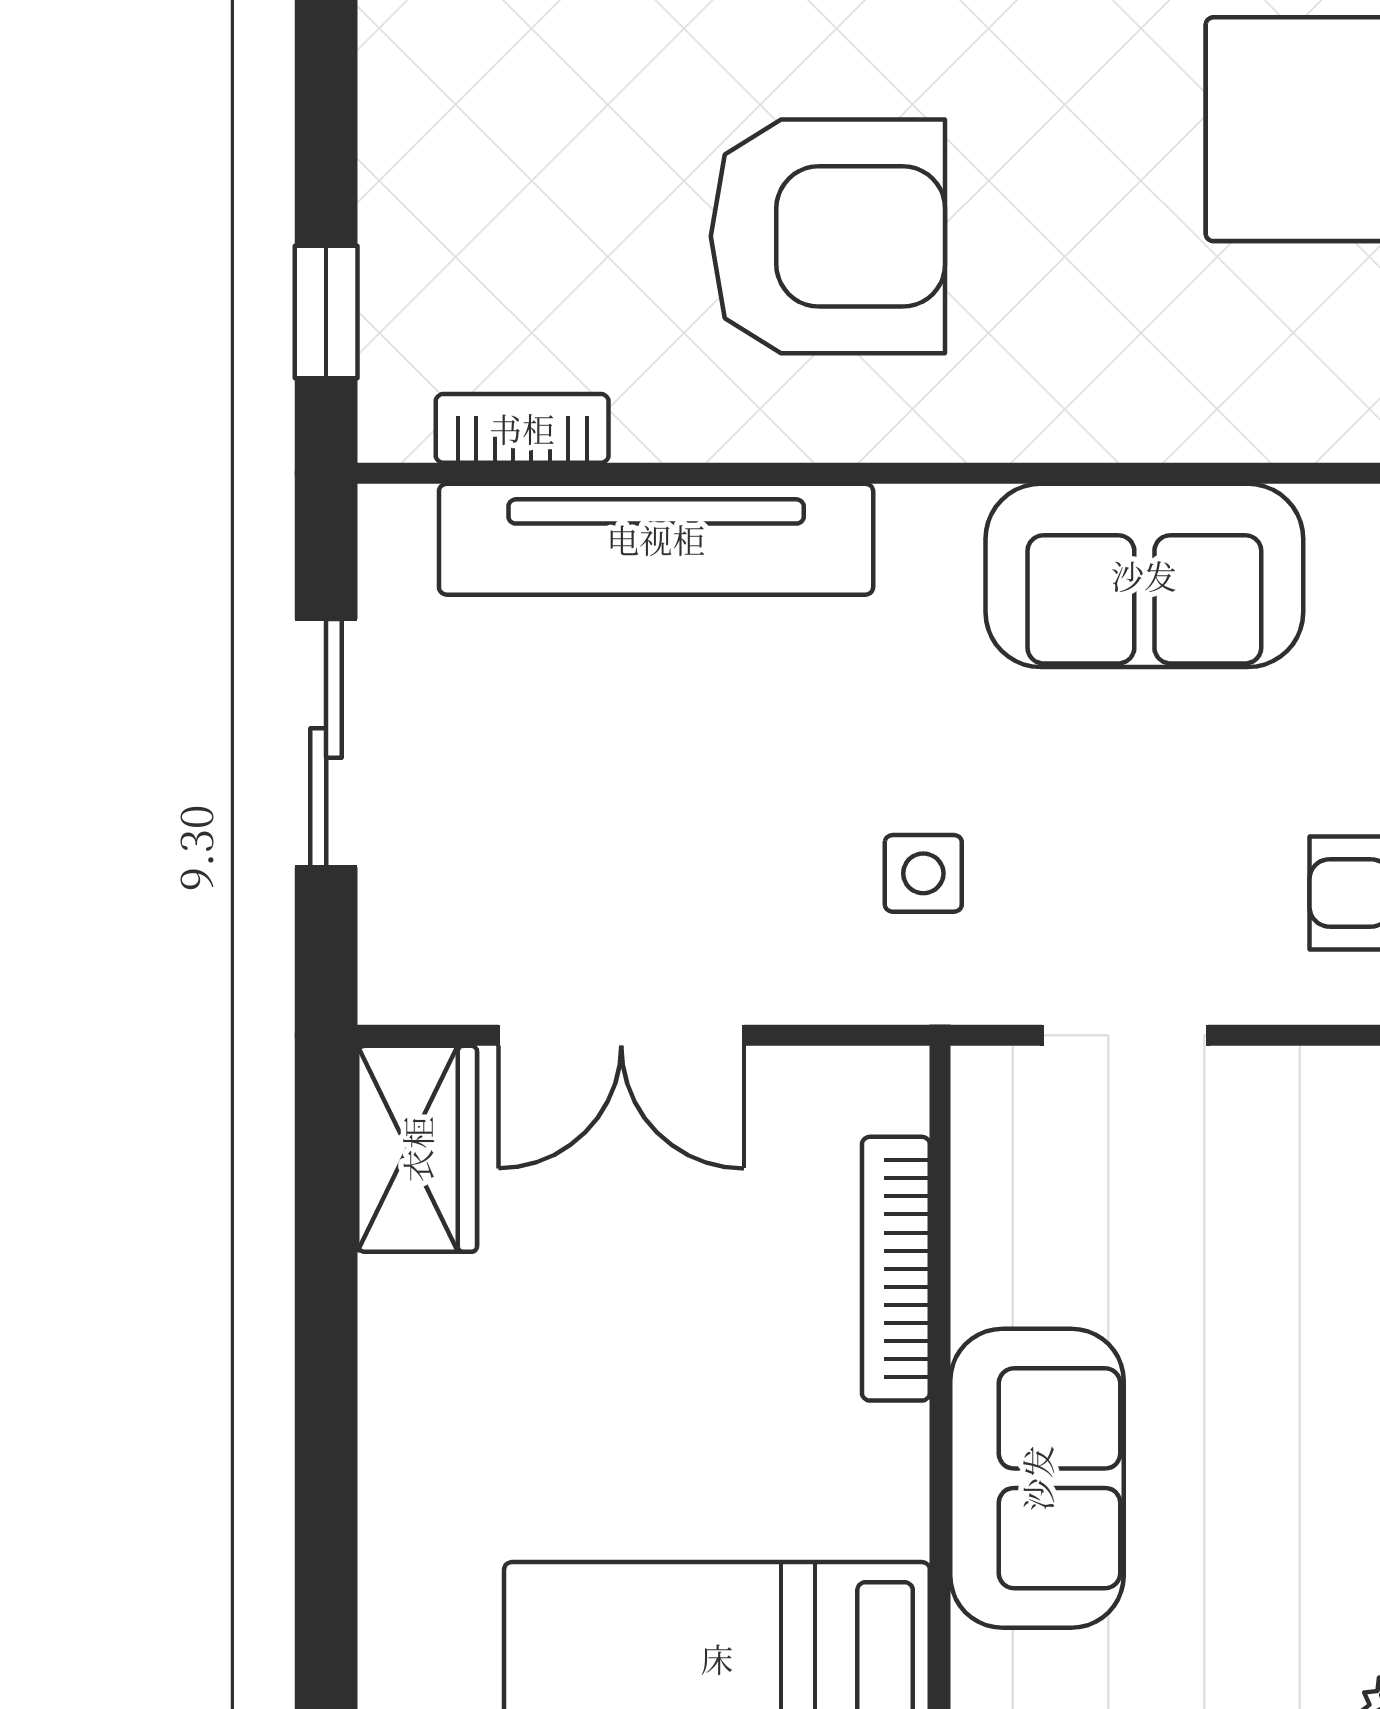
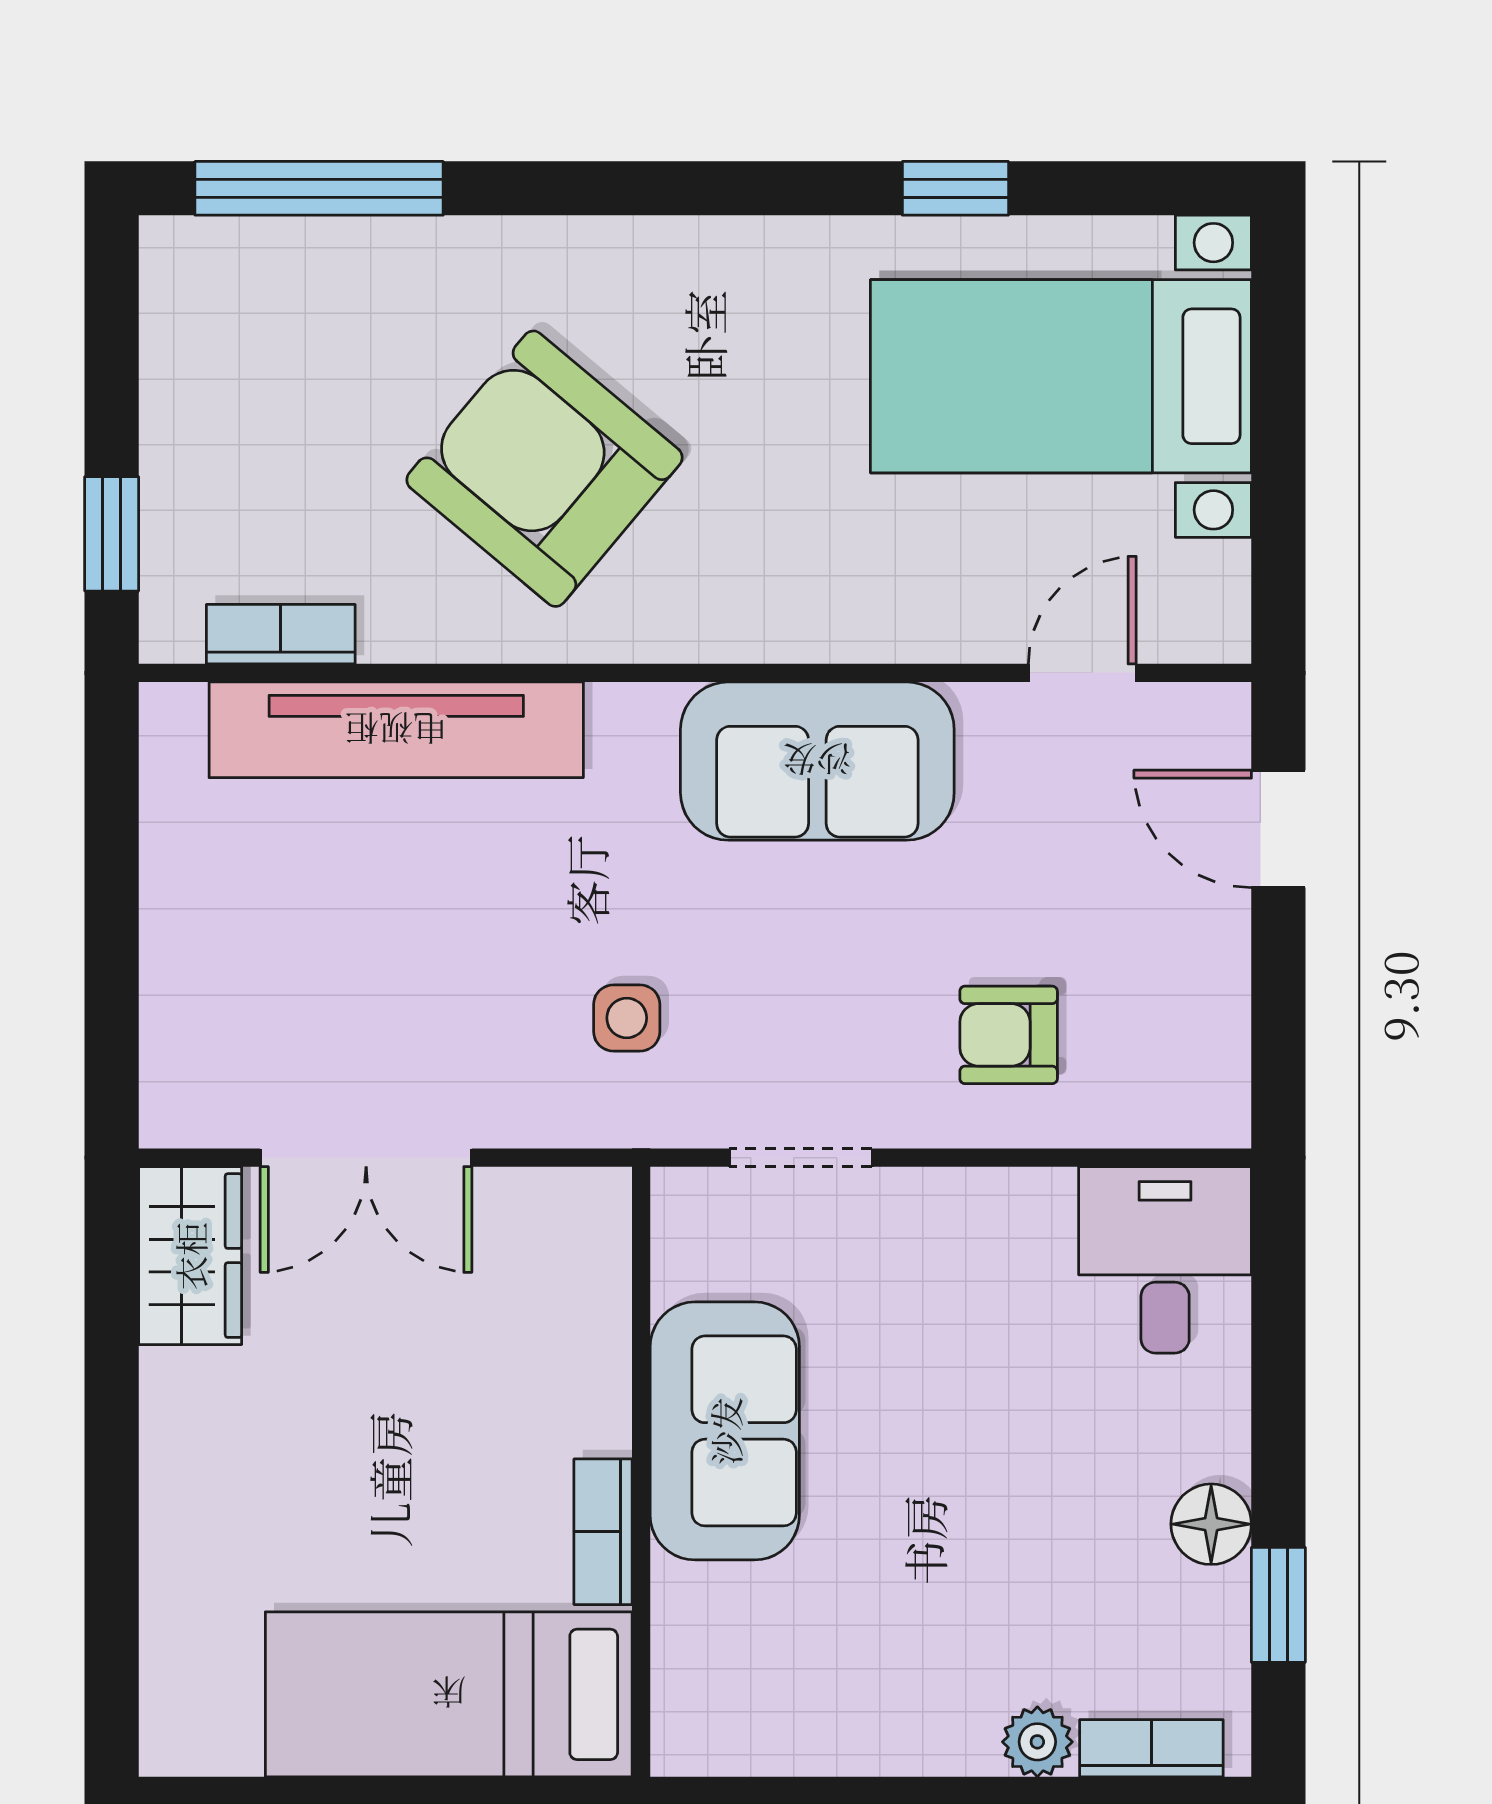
armchair: (828, 236) -> (544, 469), turned -140
sliding door: (326, 743) -> (112, 906), removed
bookcase: (896, 1269) -> (603, 1532), moved, width x0.64
sofa: (1037, 1478) -> (725, 1431), moved

